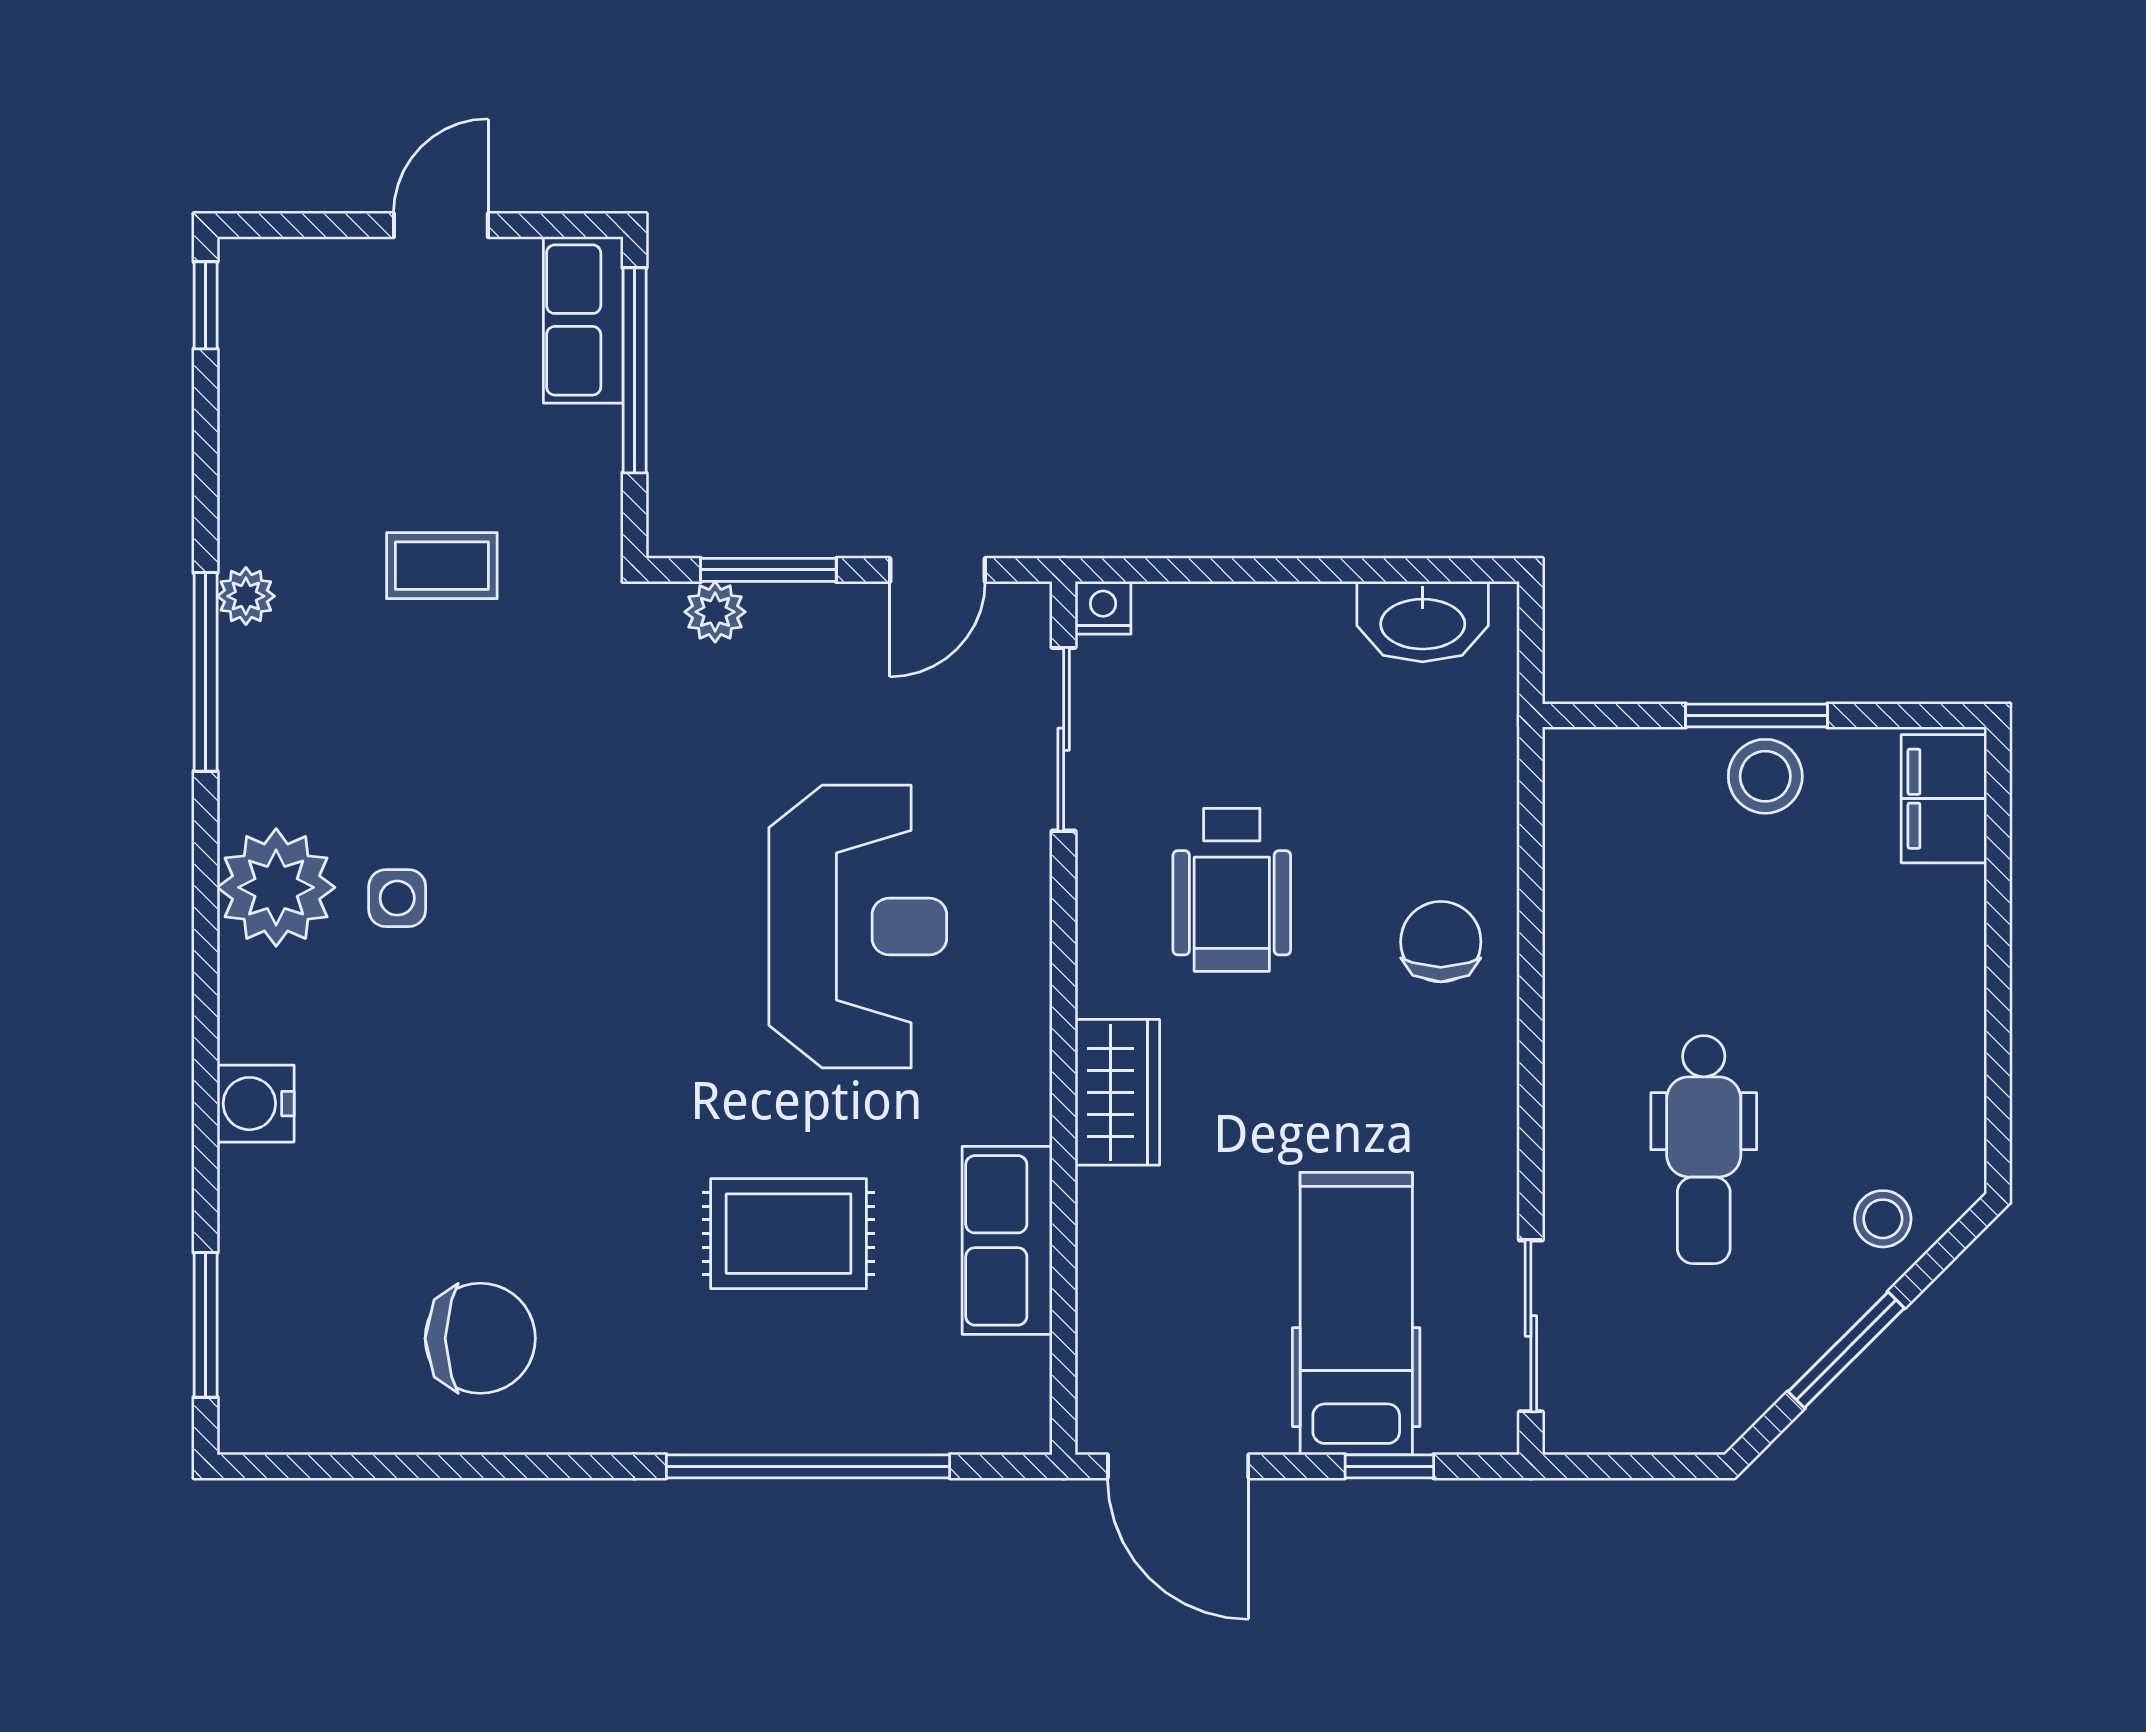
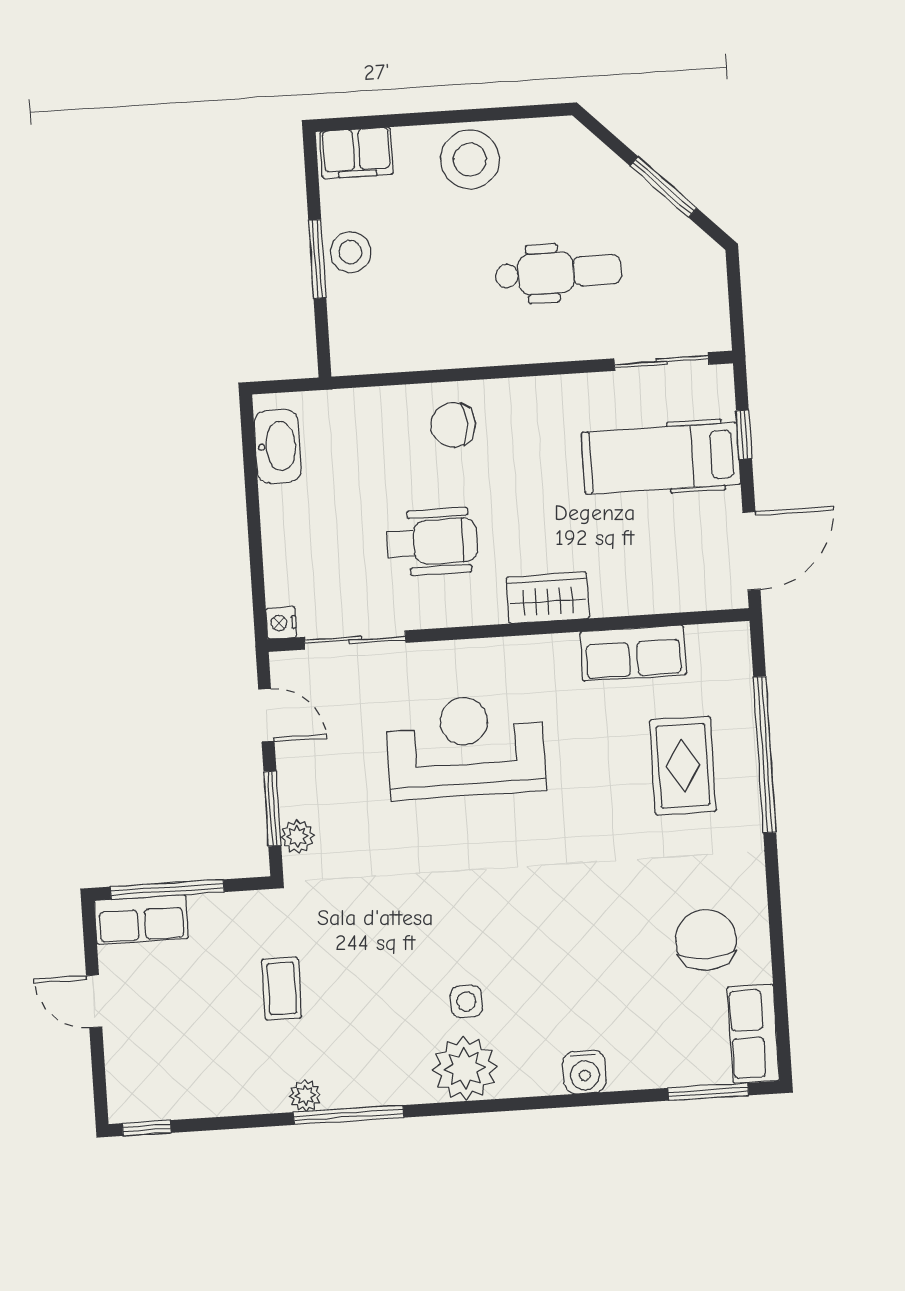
stool: (1883, 1219) -> (470, 159), moved, width x1.89, depth x1.89
rug: (789, 1234) -> (683, 766), moved
row of seats: (305, 1413) -> (753, 1034), added

